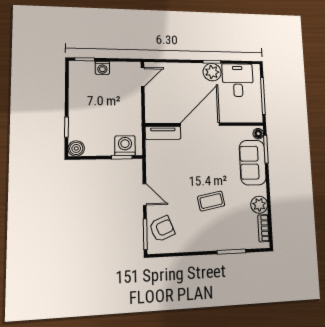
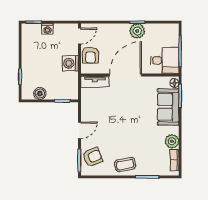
desk: (238, 80) -> (165, 60), moved, turned 90
armchair: (157, 100) -> (90, 55), added
washing machine: (125, 146) -> (70, 63), moved, turned -90
boiler: (76, 148) -> (40, 93), moved
door: (145, 194) -> (79, 130), hinge flipped
coffee table: (211, 201) -> (125, 165), moved

